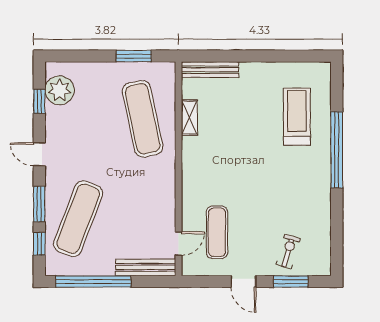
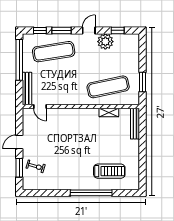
plant: (60, 90) -> (105, 42), moved
exercise mat: (78, 219) -> (54, 52), turned -30
exercise mat: (217, 232) -> (46, 127), removed

